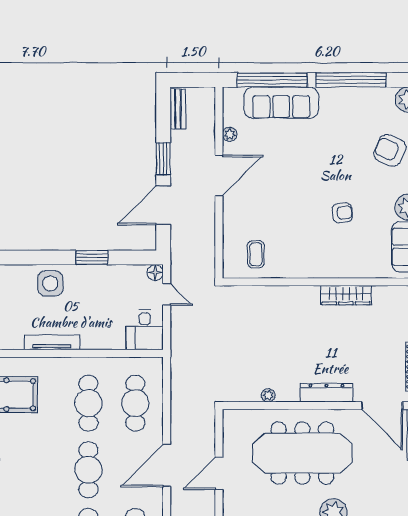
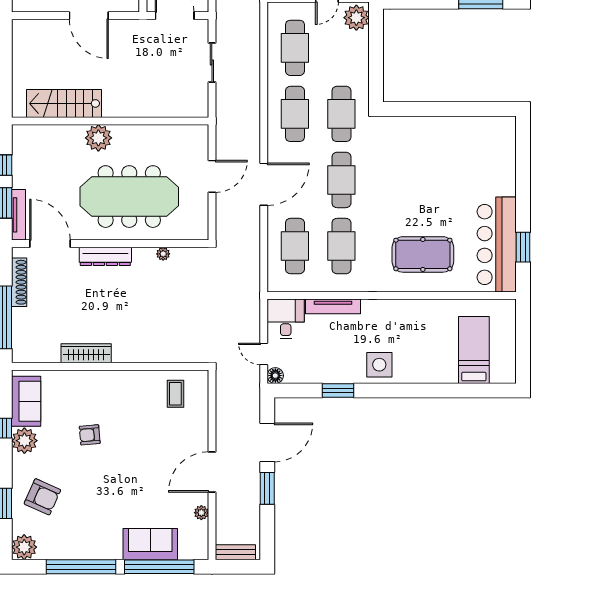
sofa: (281, 103) -> (150, 544), width x0.73
bench: (178, 109) -> (235, 552), moved, turned 90
tv unit: (52, 342) -> (333, 306), moved

